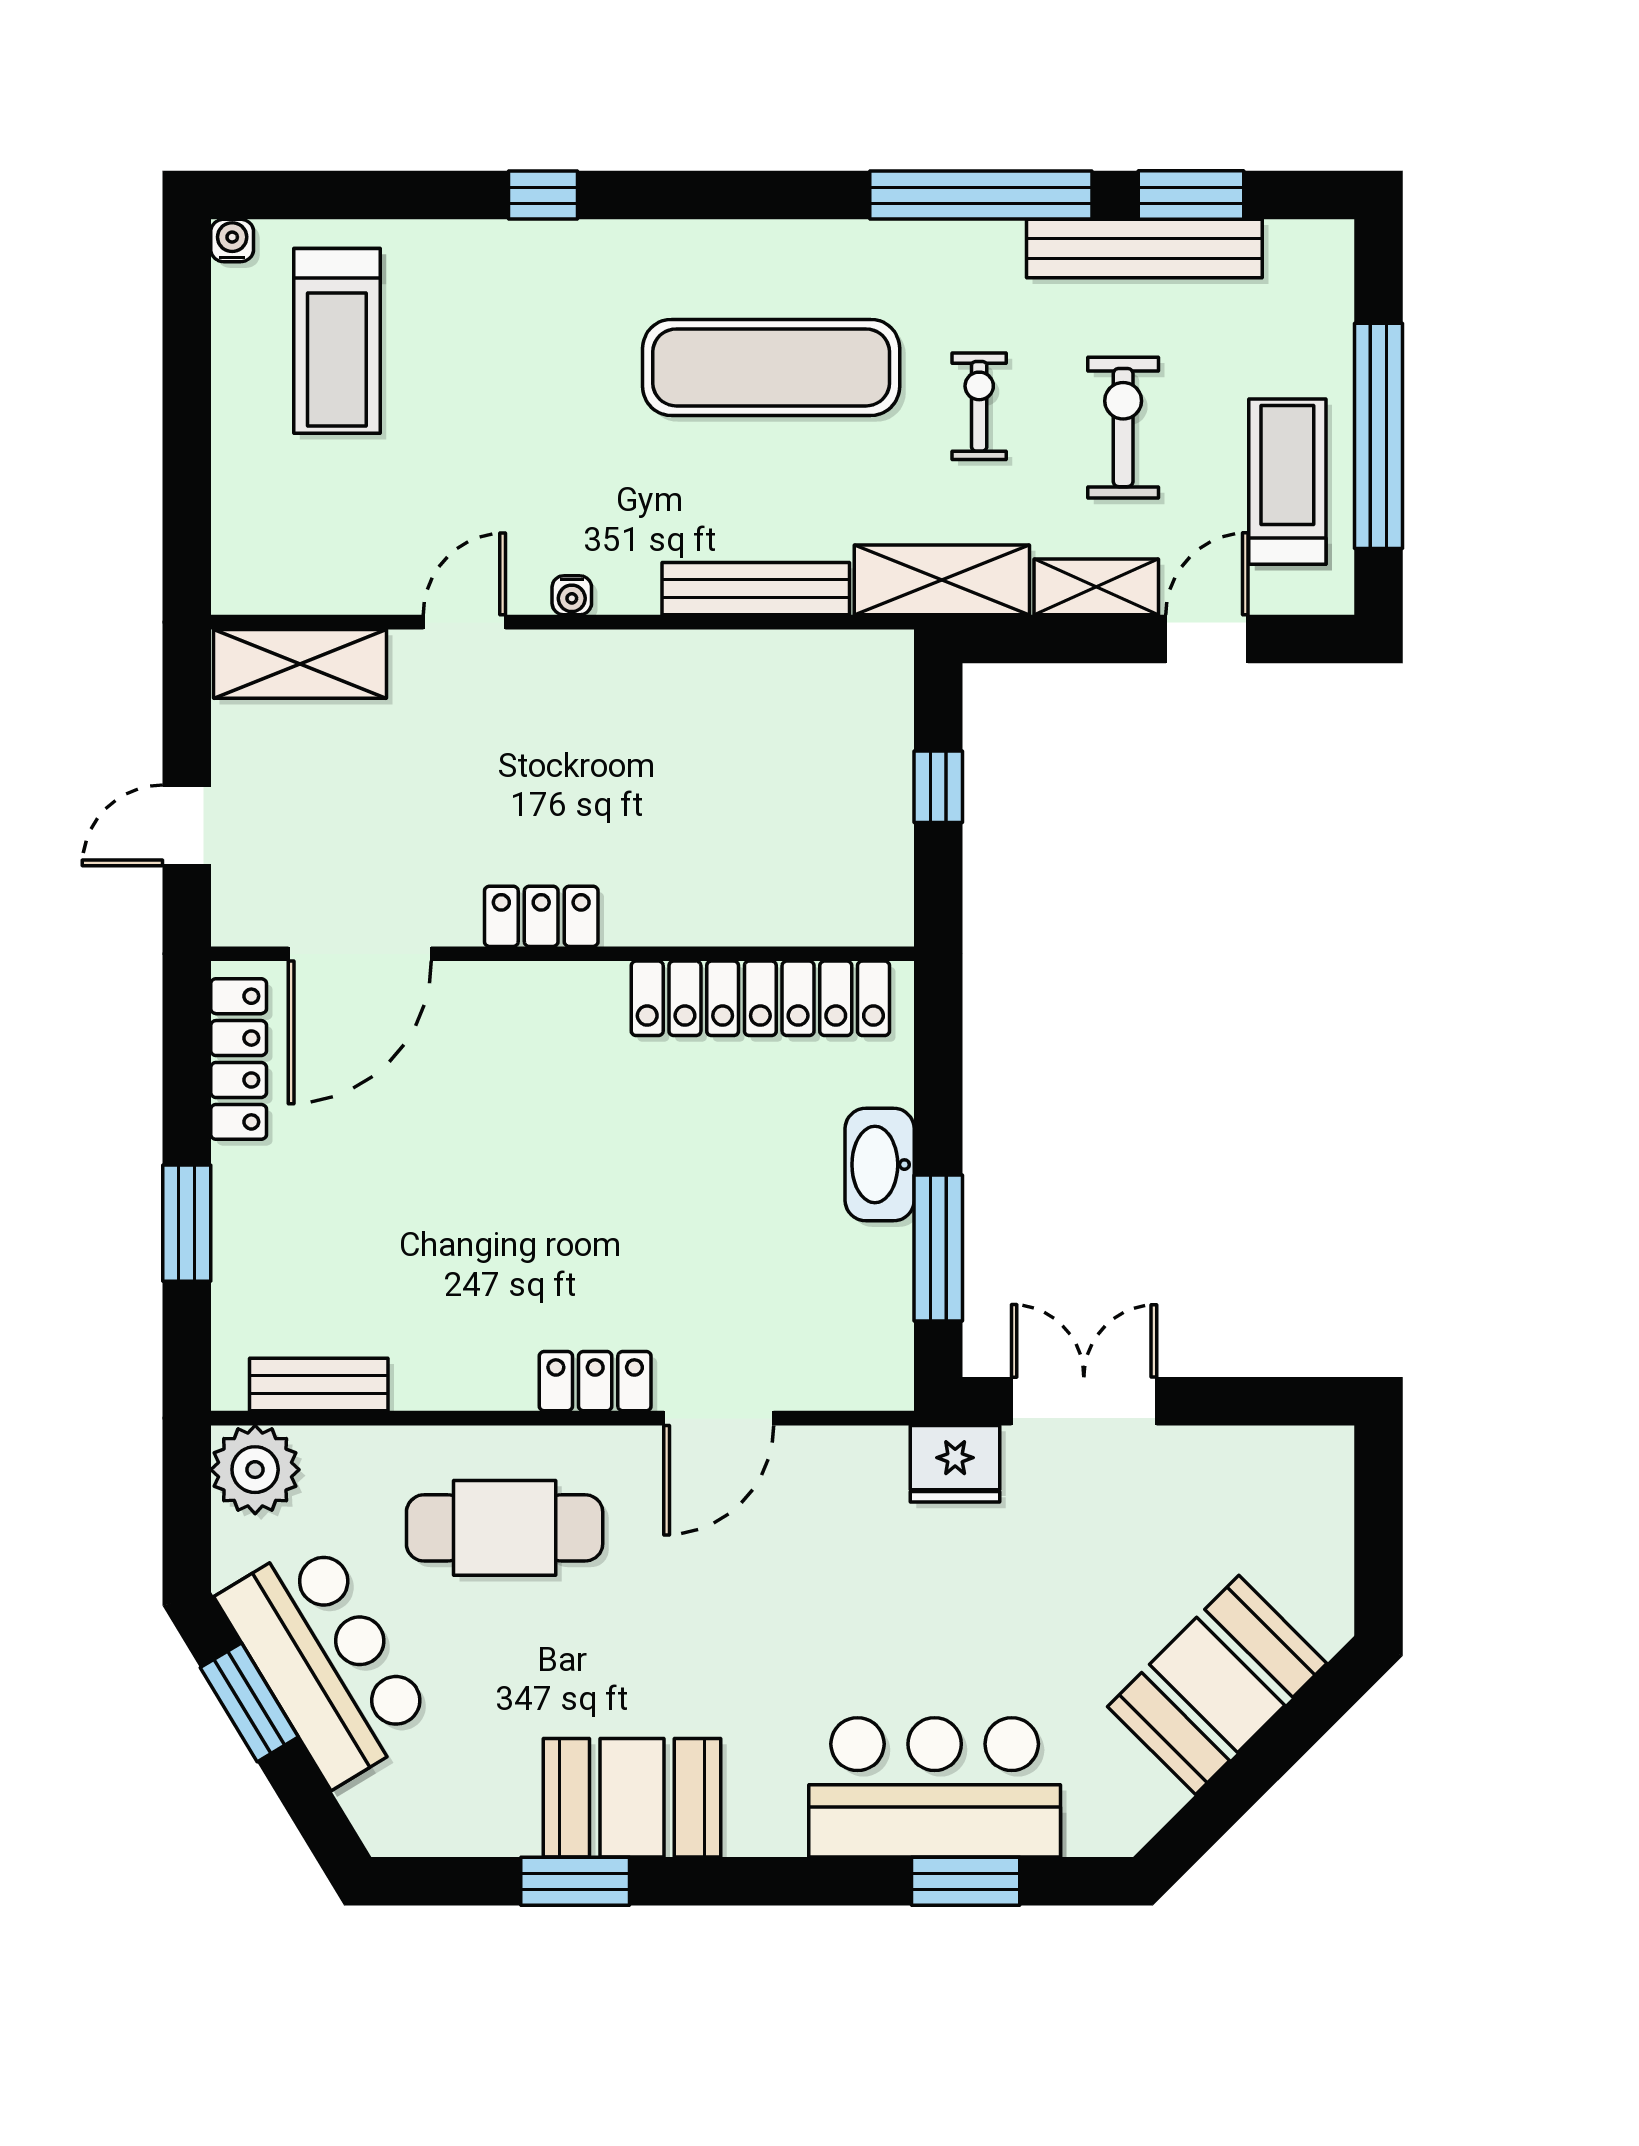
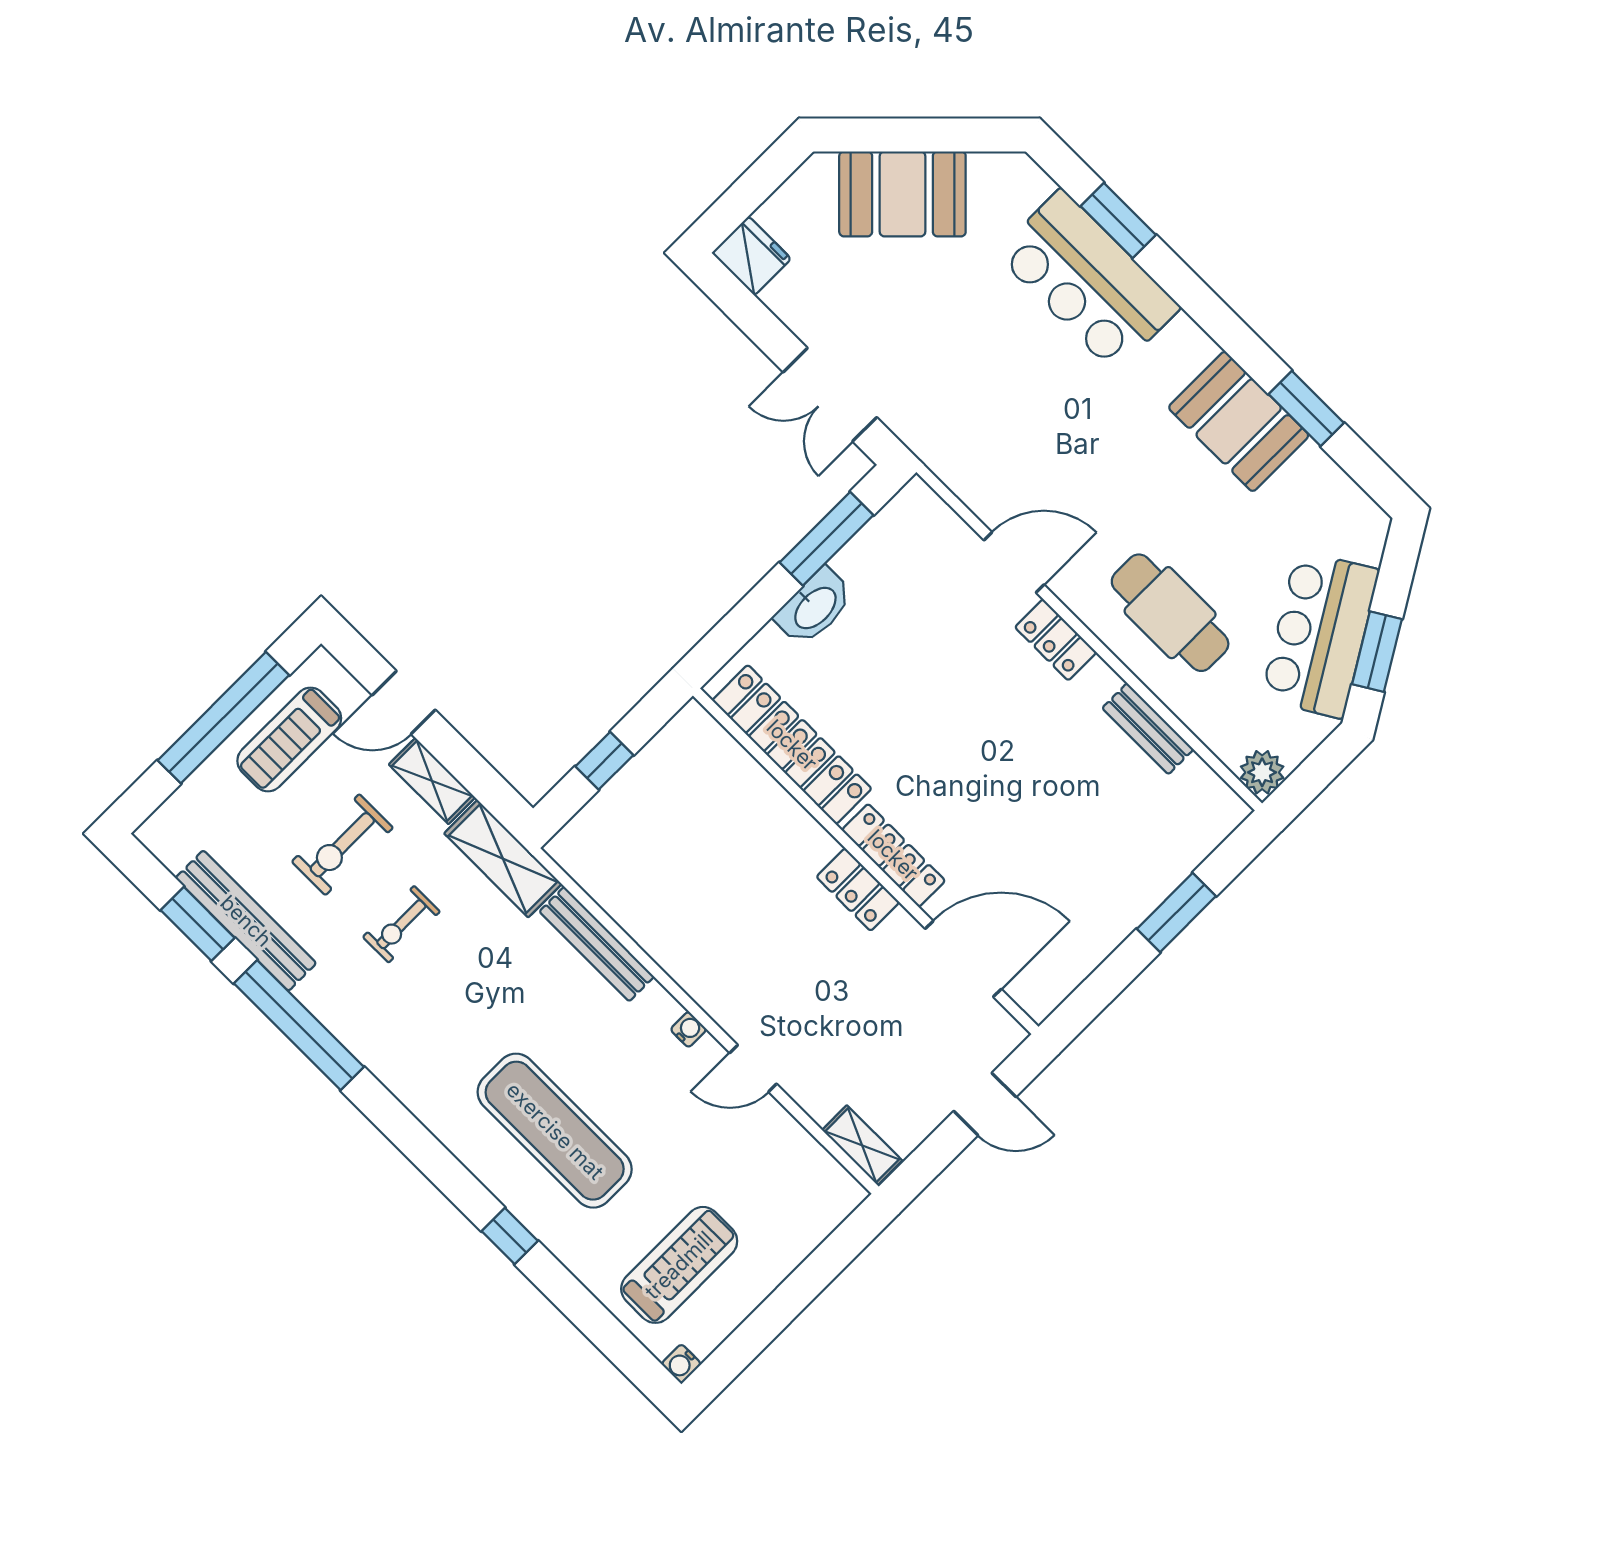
exercise mat: (771, 367) -> (555, 1131), moved
shelving: (300, 664) -> (862, 1145), width x0.67, depth x0.75
locker: (239, 1059) -> (893, 855), moved, turned 90
bench: (319, 1384) -> (1148, 729), moved
fridge: (955, 1464) -> (751, 256), moved
plant: (255, 1470) -> (1262, 772), width x0.73, depth x0.73

